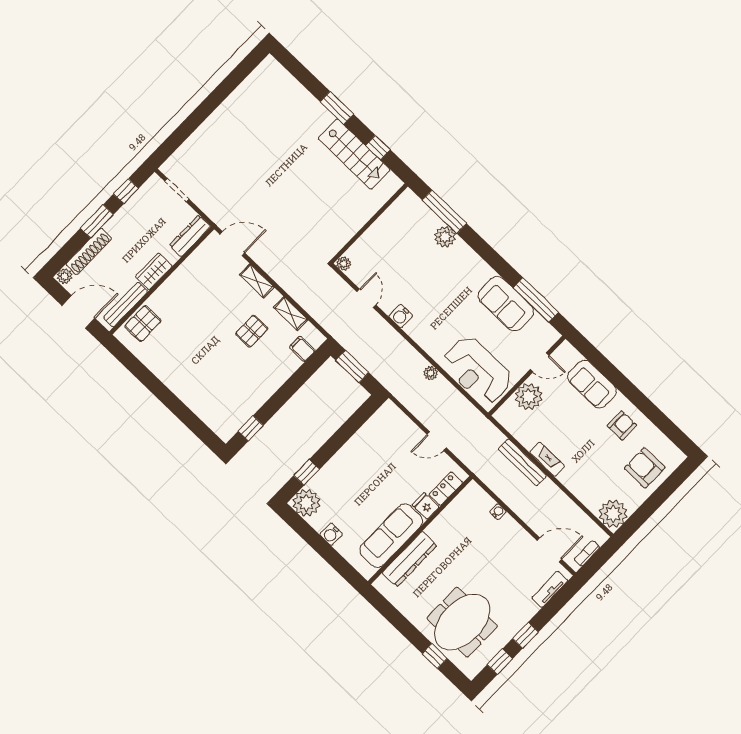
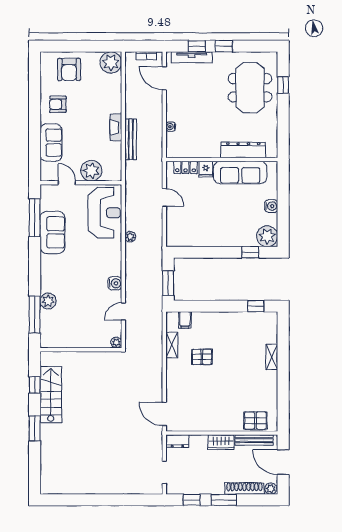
dresser: (190, 236) -> (177, 441), width x0.70
shelving: (257, 281) -> (272, 357), moved
tv unit: (550, 589) -> (192, 57), width x1.41
meeting table: (462, 622) -> (250, 88), turned 90
window: (500, 662) -> (197, 46), moved

